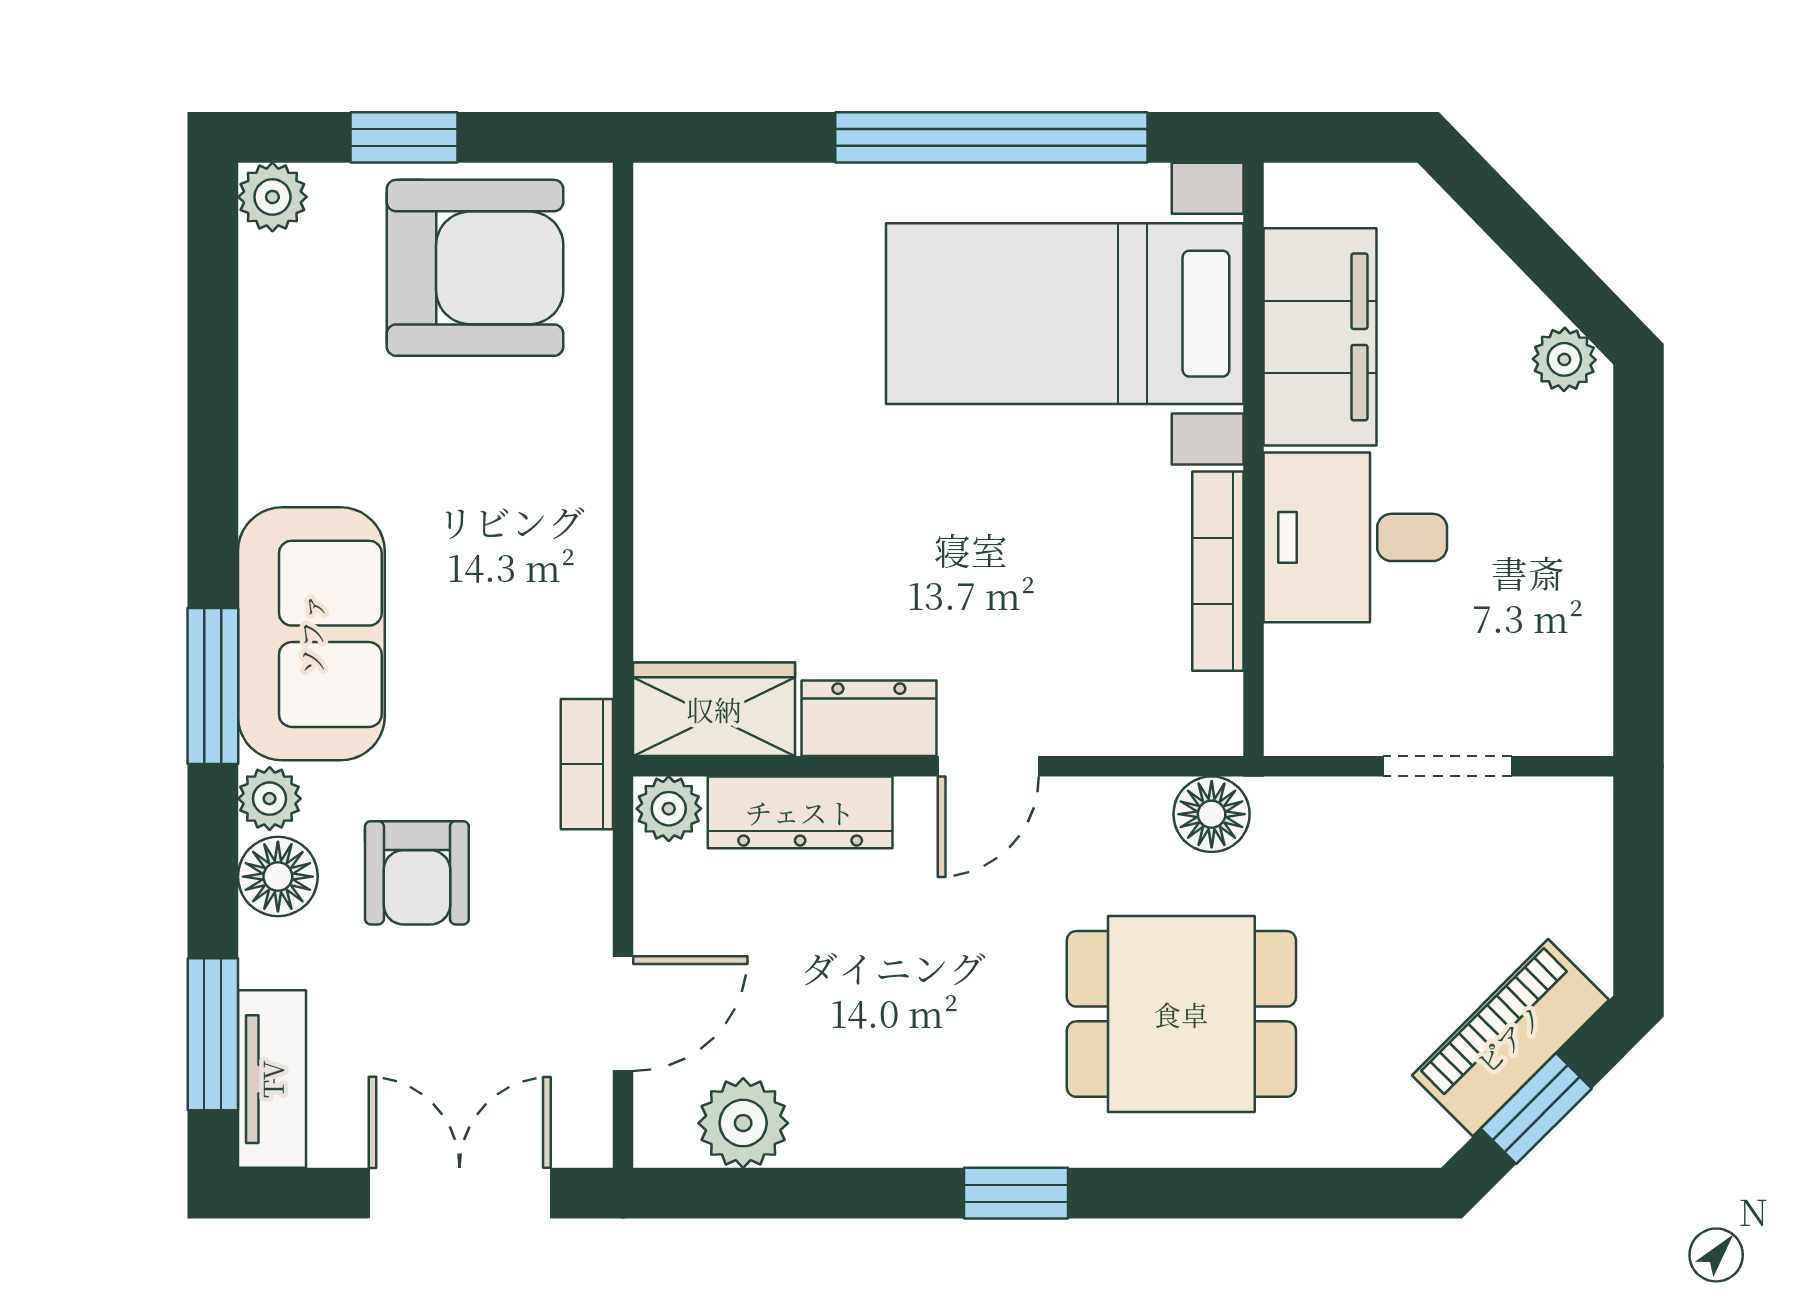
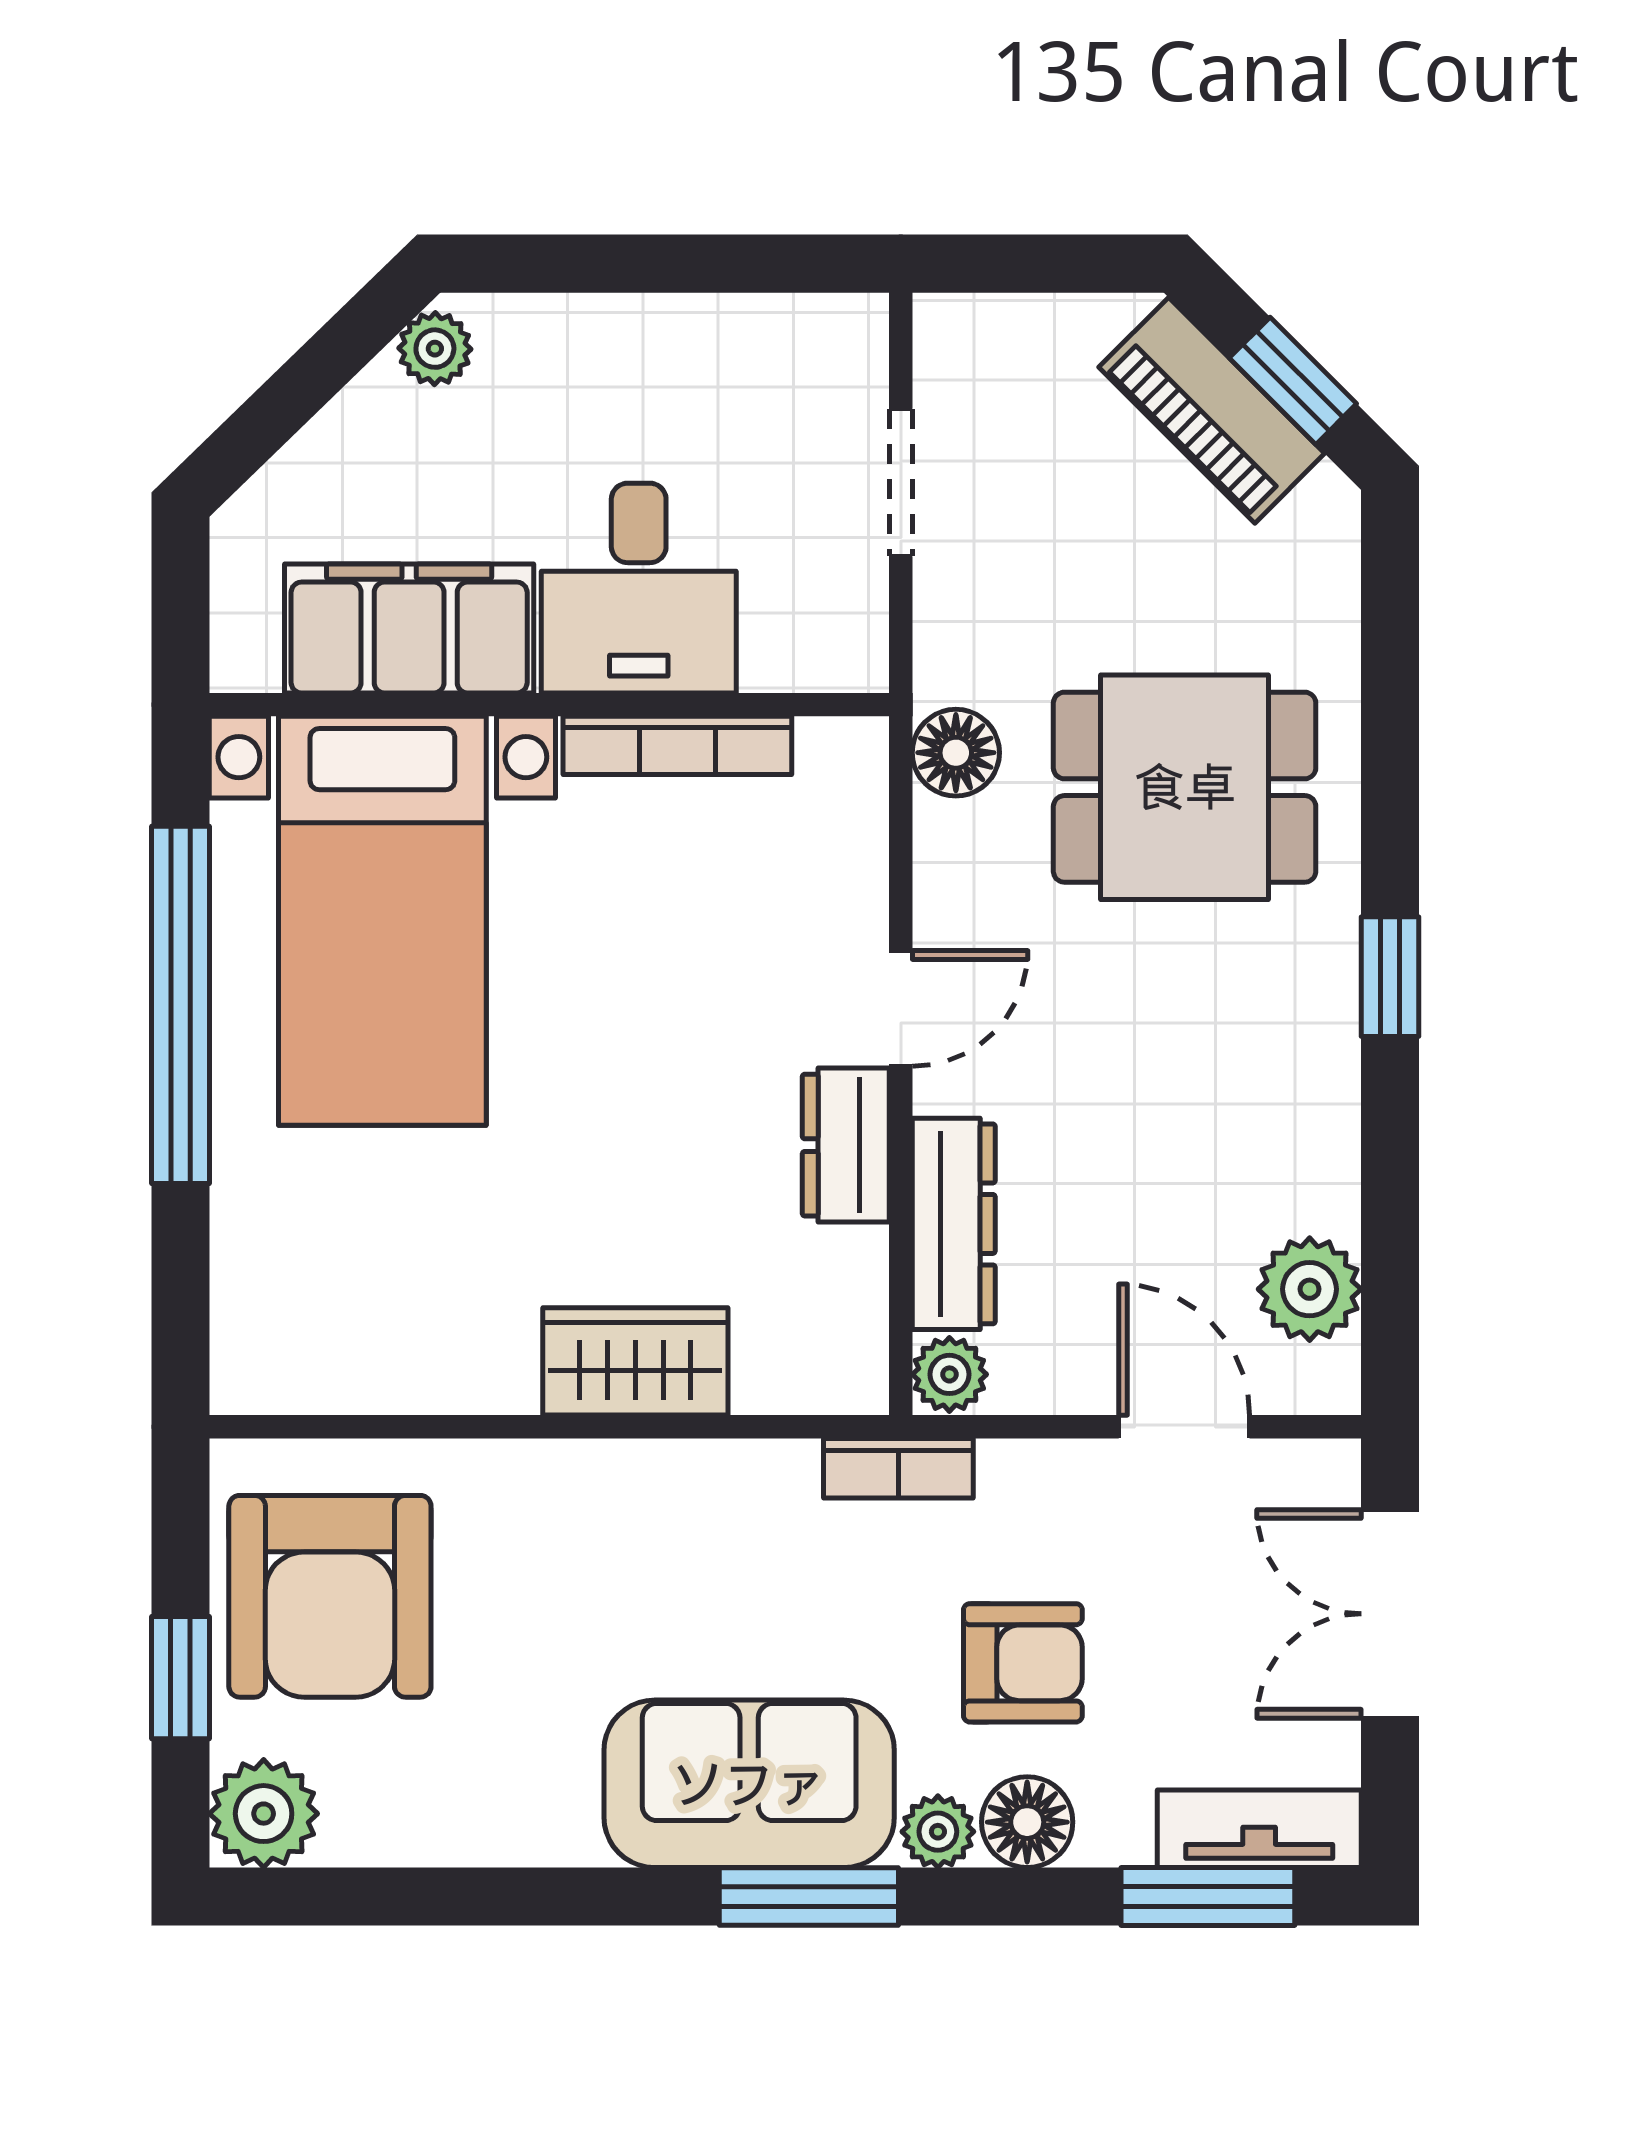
plant: (272, 197) -> (264, 1814), width x1.38, depth x1.38
armchair: (475, 268) -> (330, 1596), turned 180
wardrobe: (714, 709) -> (635, 1361), moved, turned 90
door: (988, 766) -> (901, 1008), hinge flipped
dining table: (1181, 1014) -> (1185, 787), turned 90

